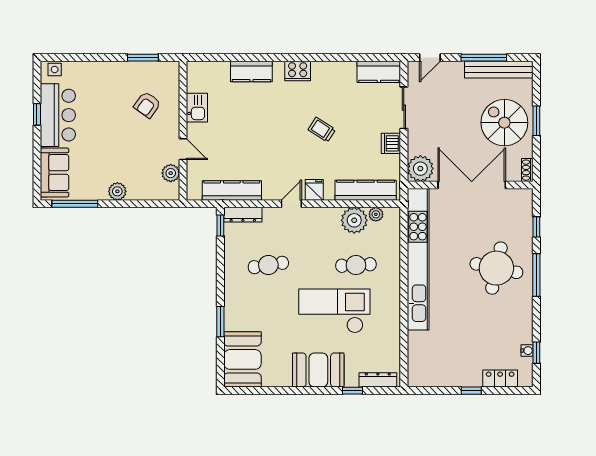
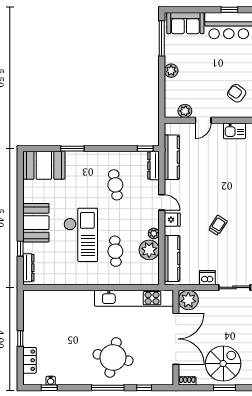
plant: (376, 214) -> (154, 233), moved
kitchen unit: (418, 259) -> (134, 298), width x0.73

